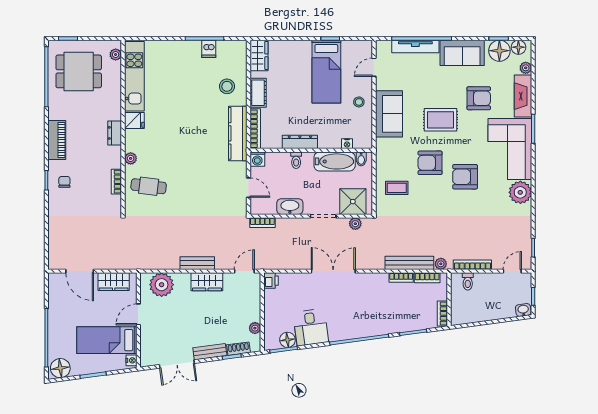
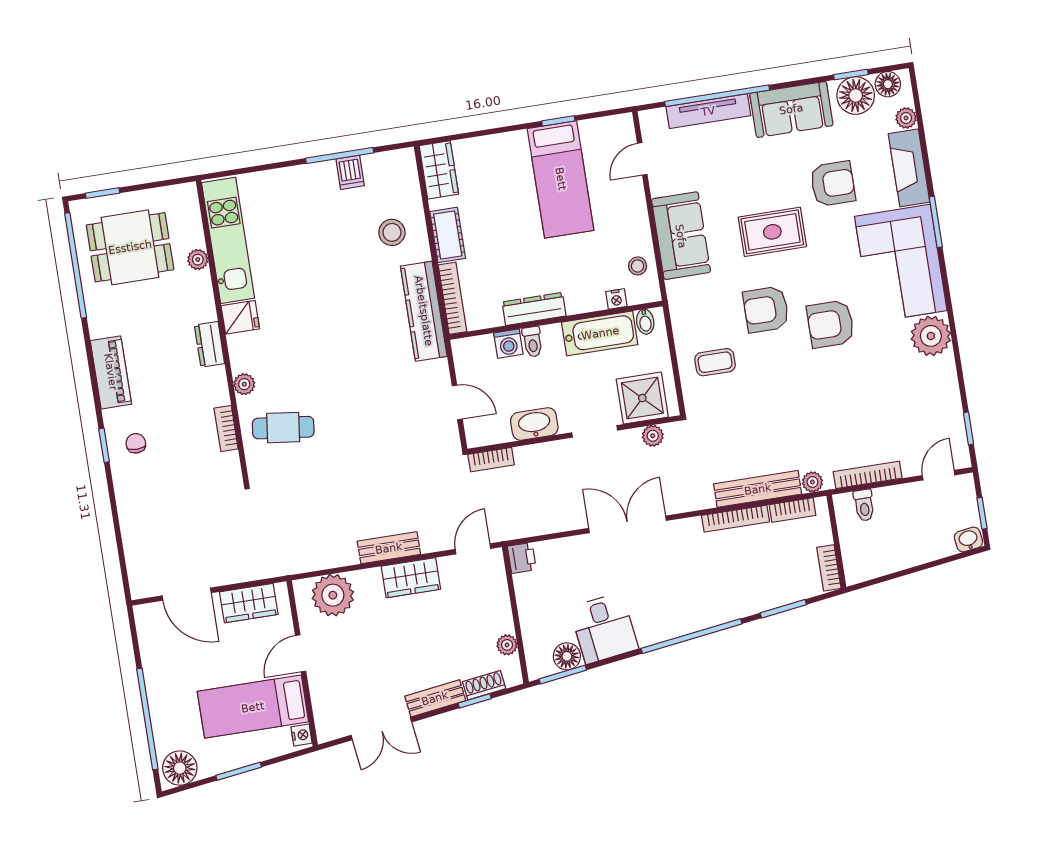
plant: (116, 55) -> (198, 260), moved
stool: (359, 102) -> (638, 266), moved
washing machine: (257, 159) -> (508, 344), moved
bookcase: (401, 278) -> (736, 519), width x1.56

